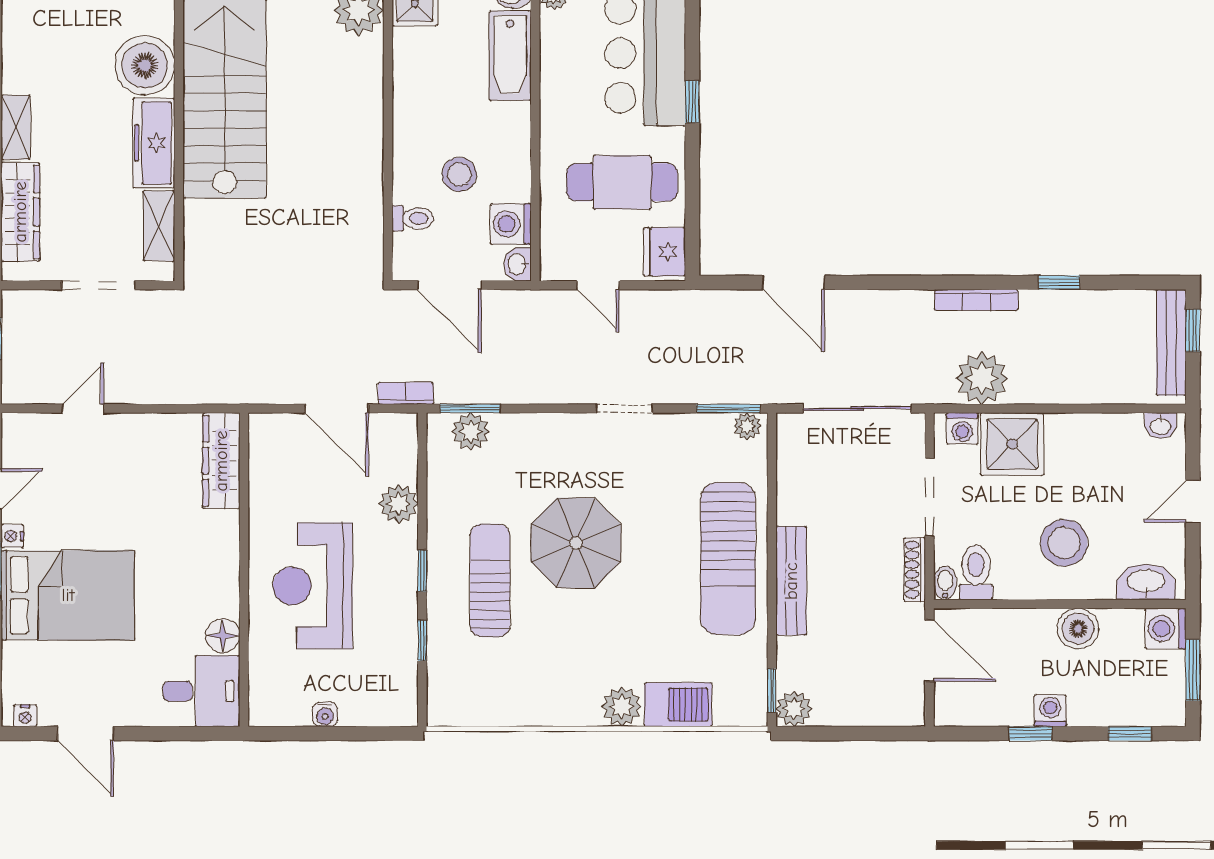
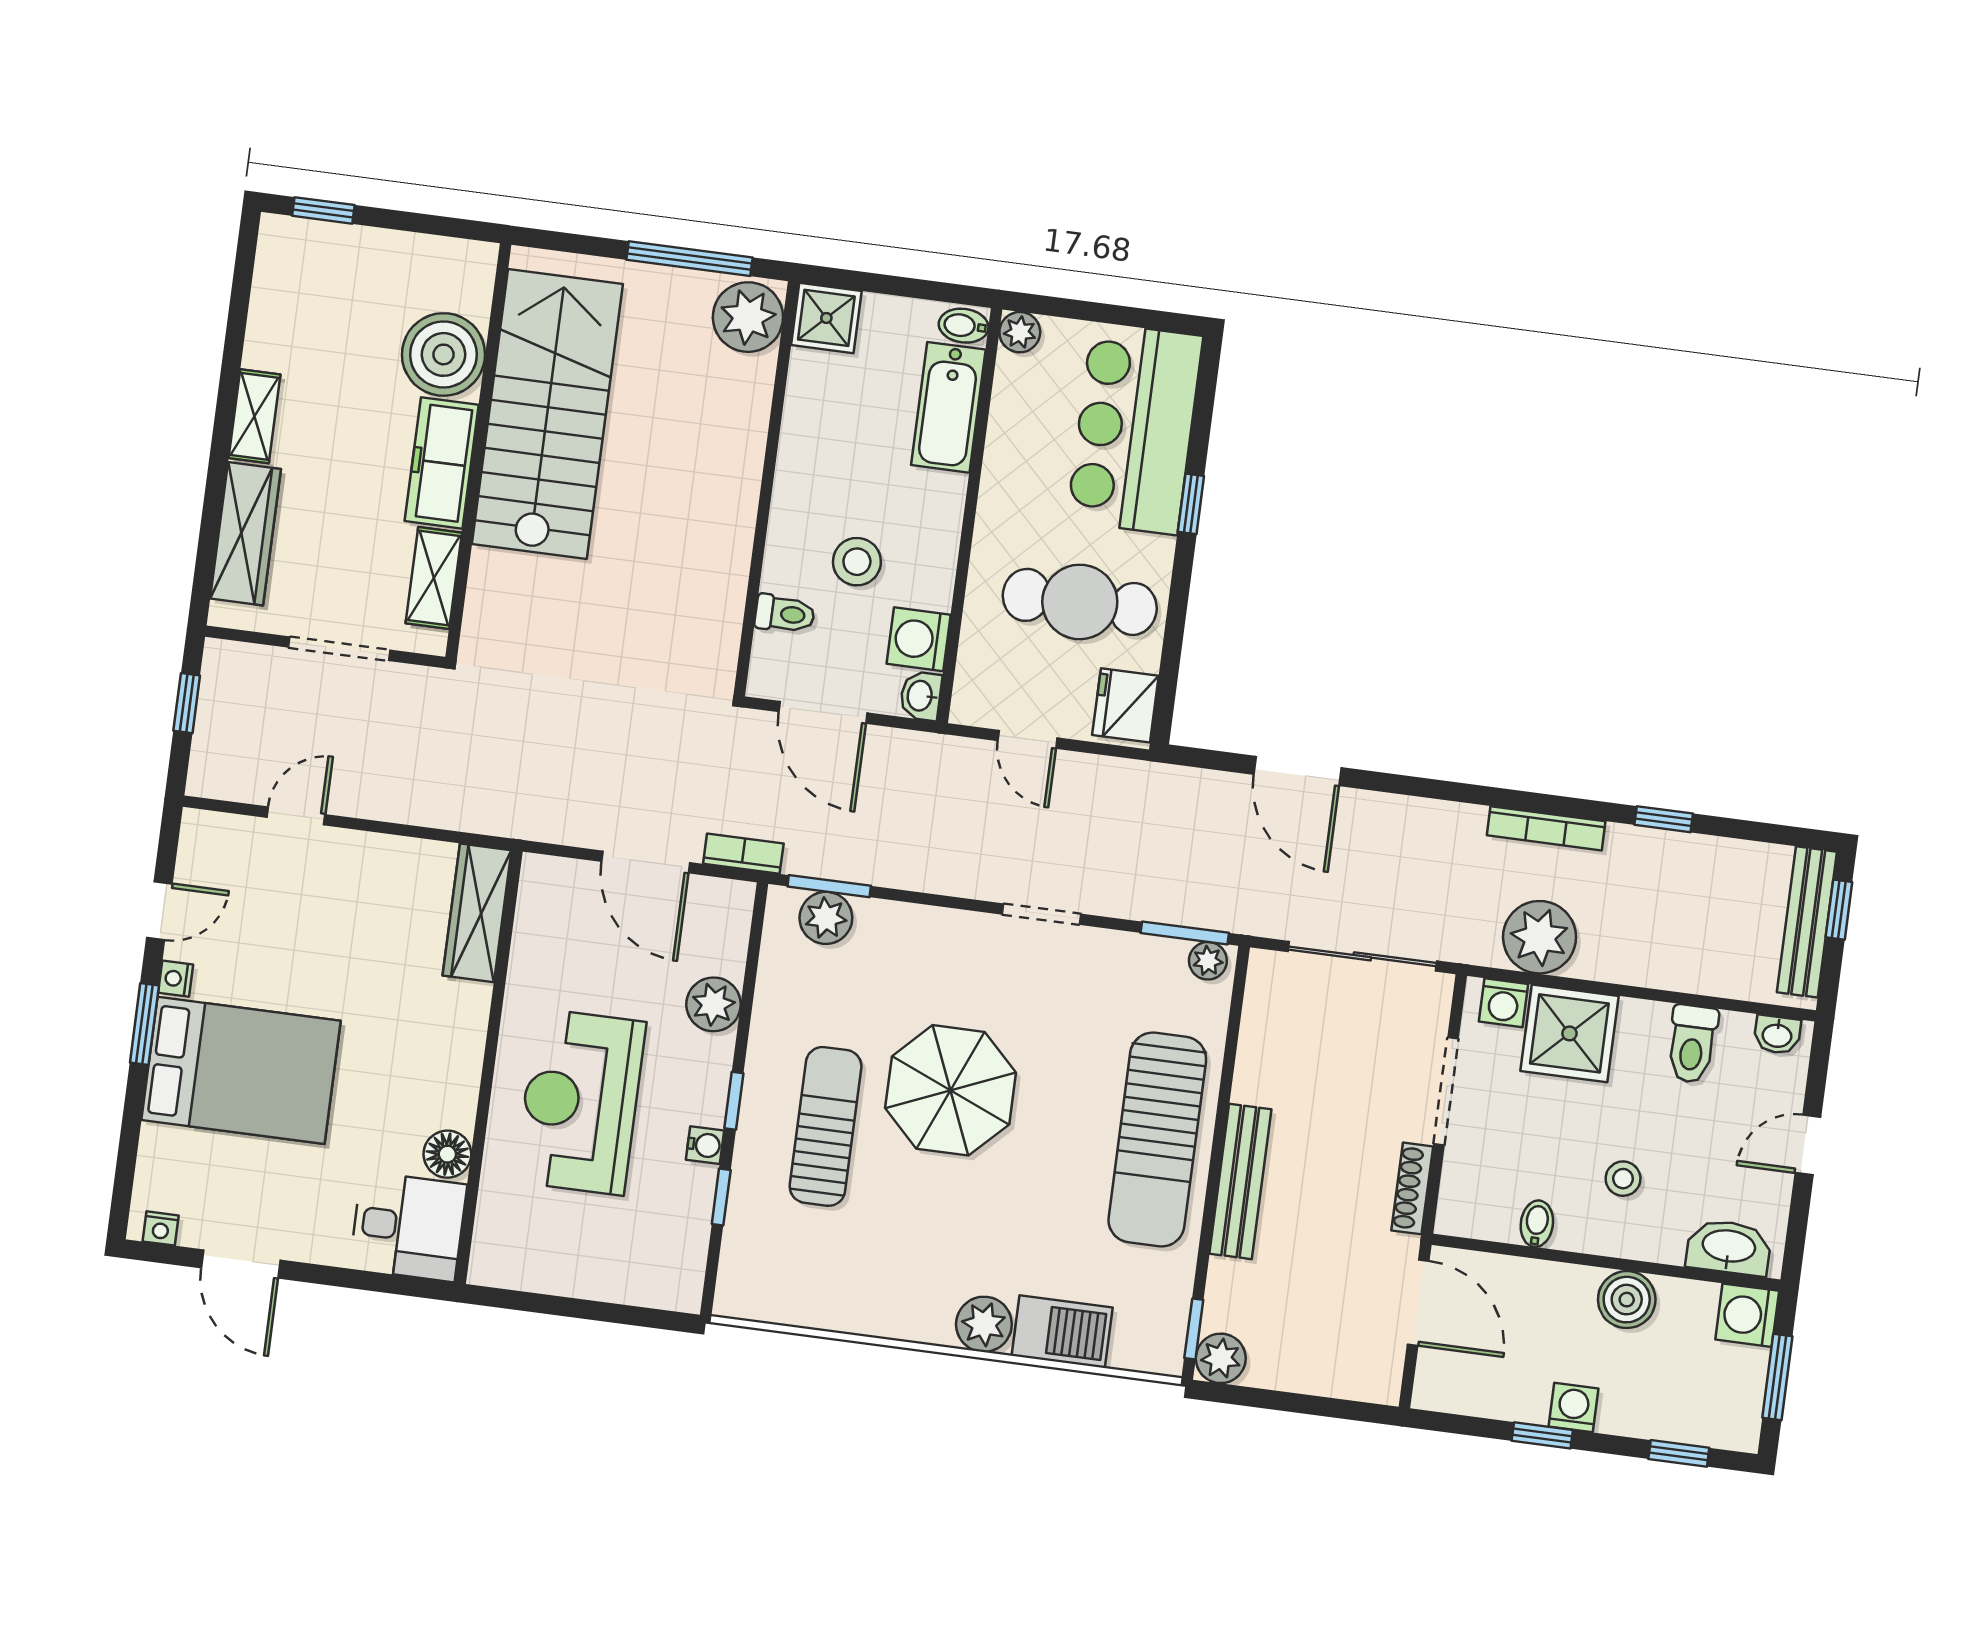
stool: (1064, 543) -> (1623, 1179), width x0.53, depth x0.53
toilet: (976, 572) -> (1692, 1044), moved, turned 180
bidet: (945, 583) -> (1537, 1224), moved
water cooler: (325, 714) -> (705, 1145), moved, turned -90

